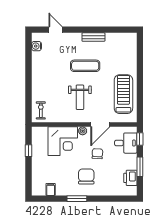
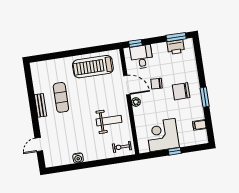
water cooler: (36, 46) -> (78, 158), moved
exercise mat: (85, 66) -> (61, 97), moved
weight bench: (80, 97) -> (109, 121), moved
corner desk: (63, 141) -> (163, 135), moved, turned -90
window: (29, 151) -> (175, 151), moved
window: (140, 167) -> (176, 37), moved

